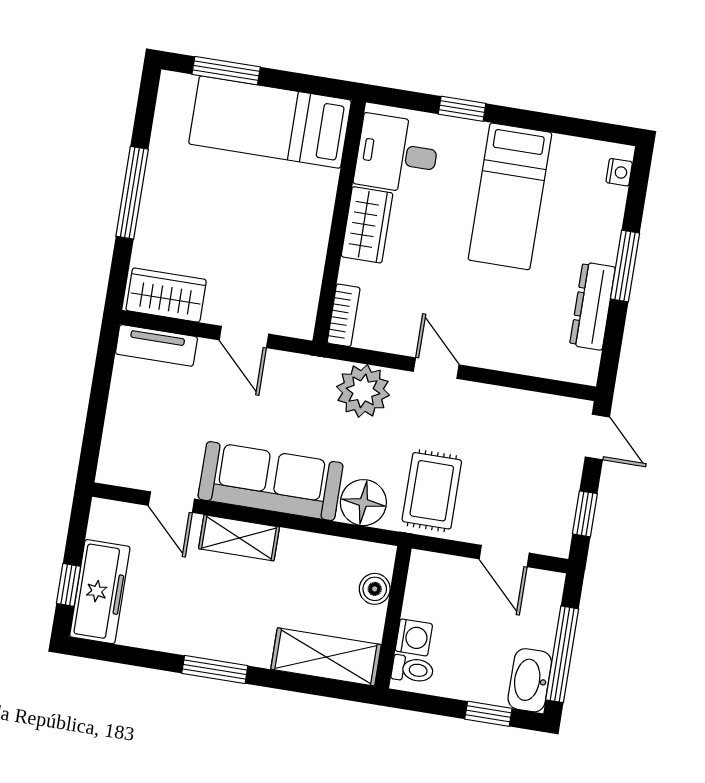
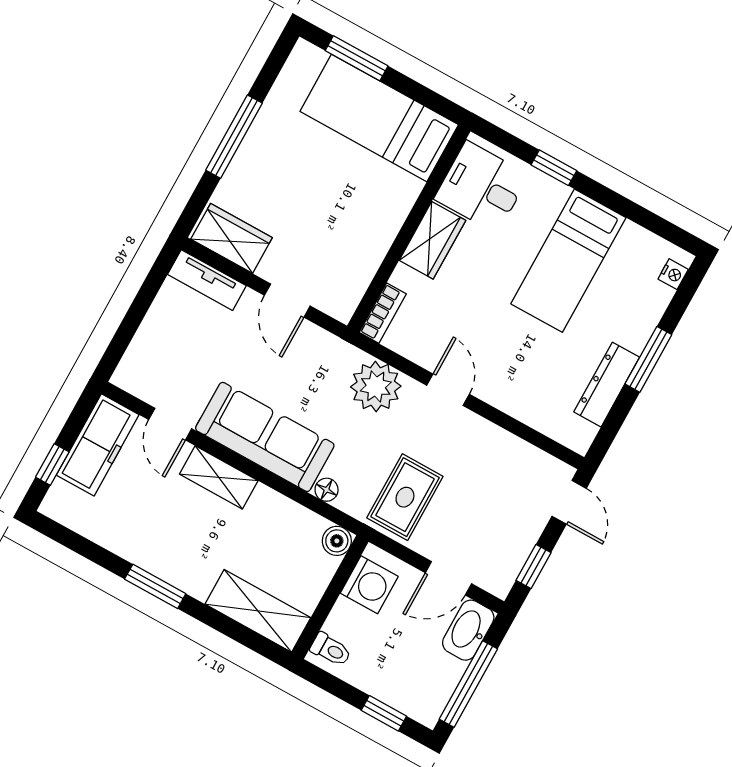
floor lamp: (363, 503) -> (327, 490), width x0.53, depth x0.53
door: (504, 556) -> (448, 578), hinge flipped
boiler: (375, 589) -> (337, 541), moved
freezer: (100, 592) -> (98, 445), moved
washing machine: (414, 637) -> (369, 585), moved, width x1.38, depth x1.38
washbasin: (530, 680) -> (468, 630), moved

